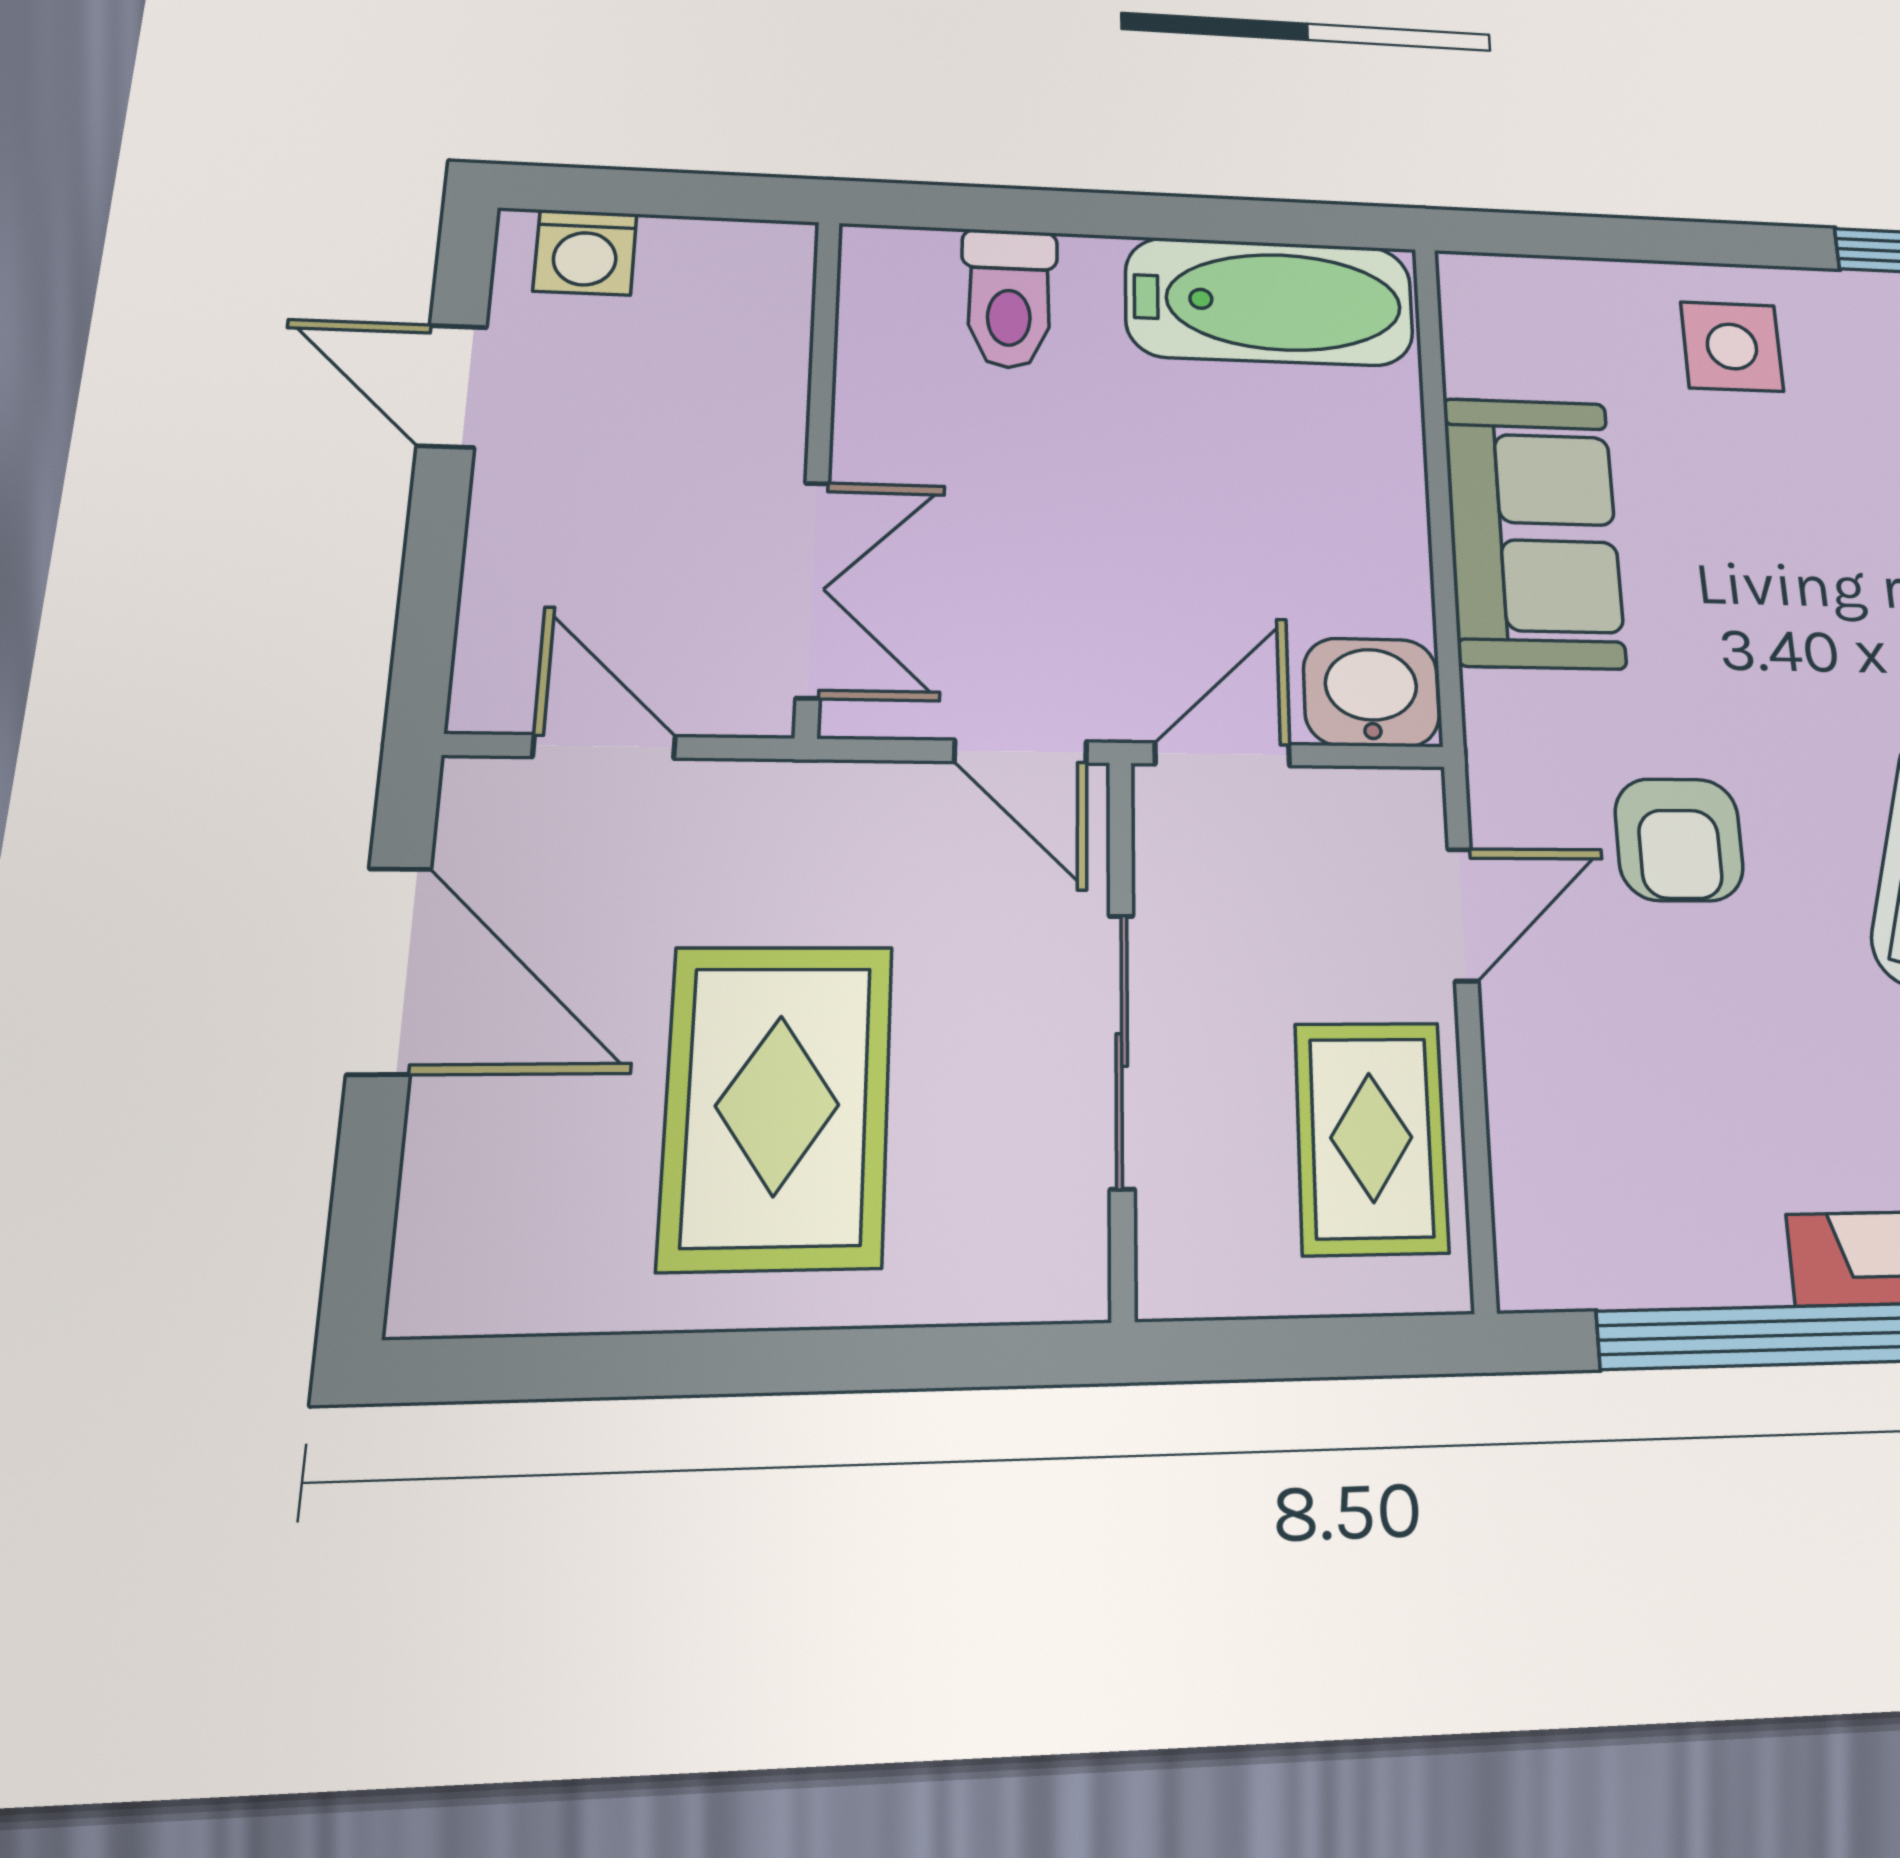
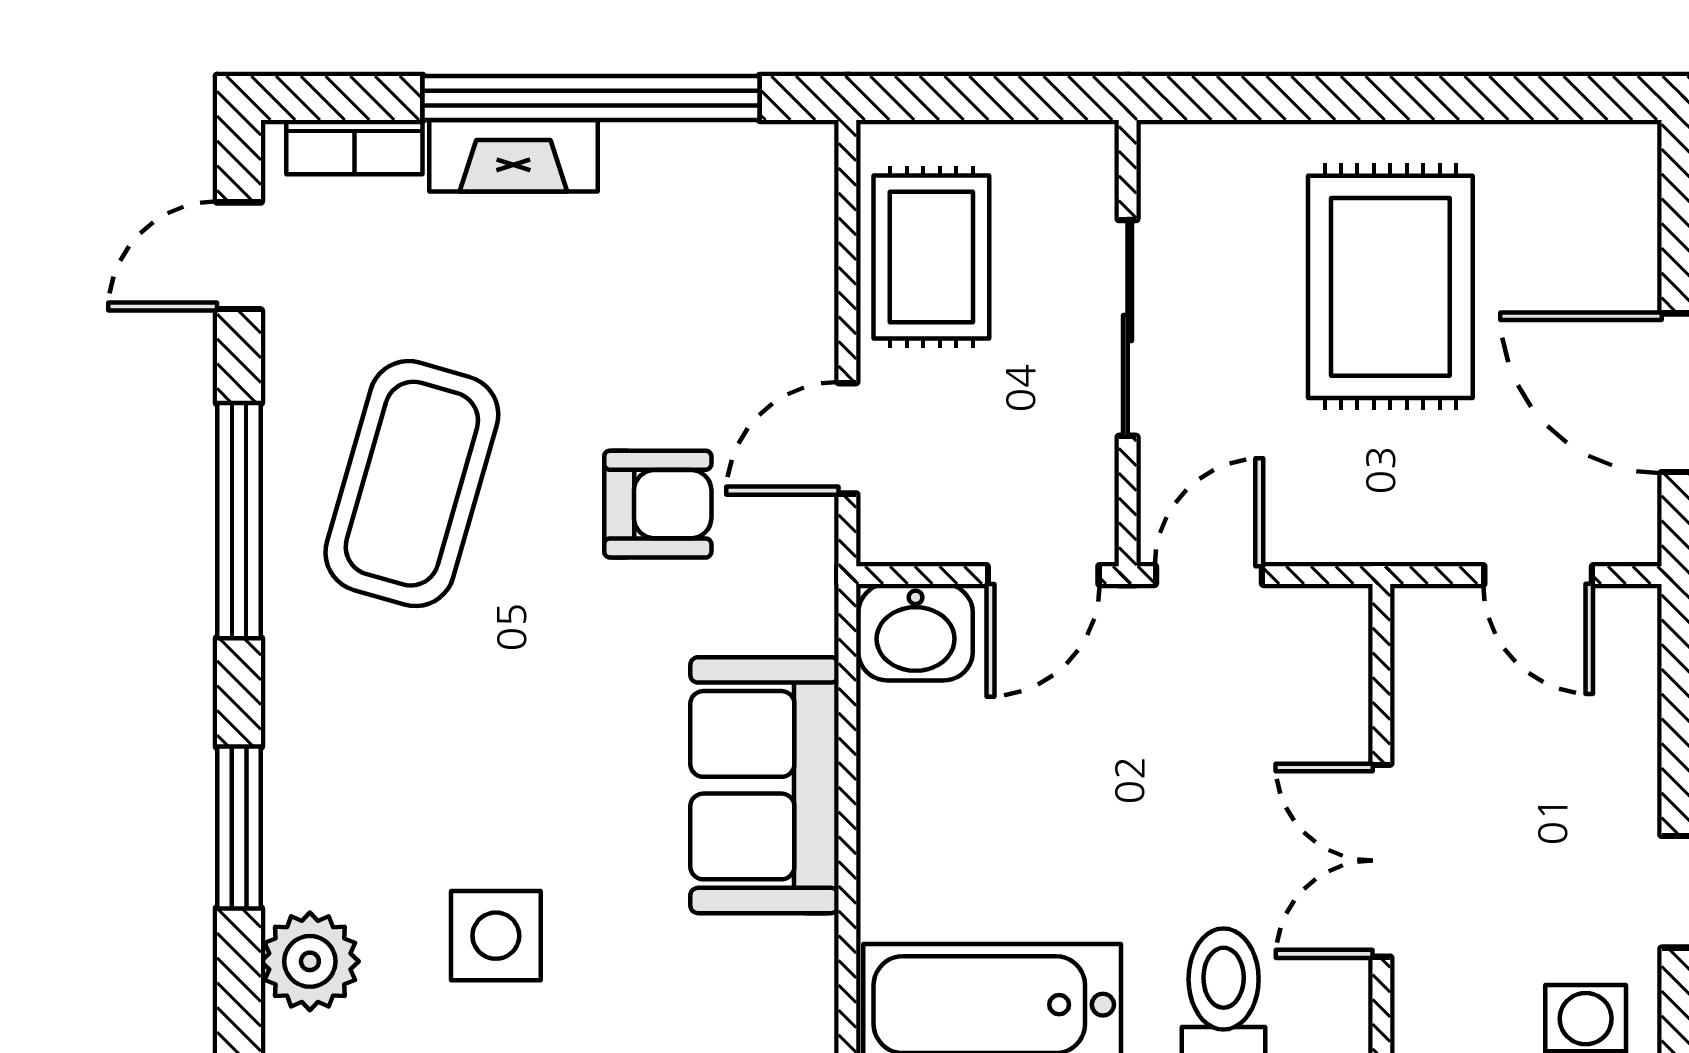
side table: (1732, 346) -> (496, 936), moved
double door: (812, 589) -> (1381, 861), moved
door: (1021, 752) -> (1209, 575), hinge flipped
armchair: (1679, 840) -> (658, 504), turned 90

